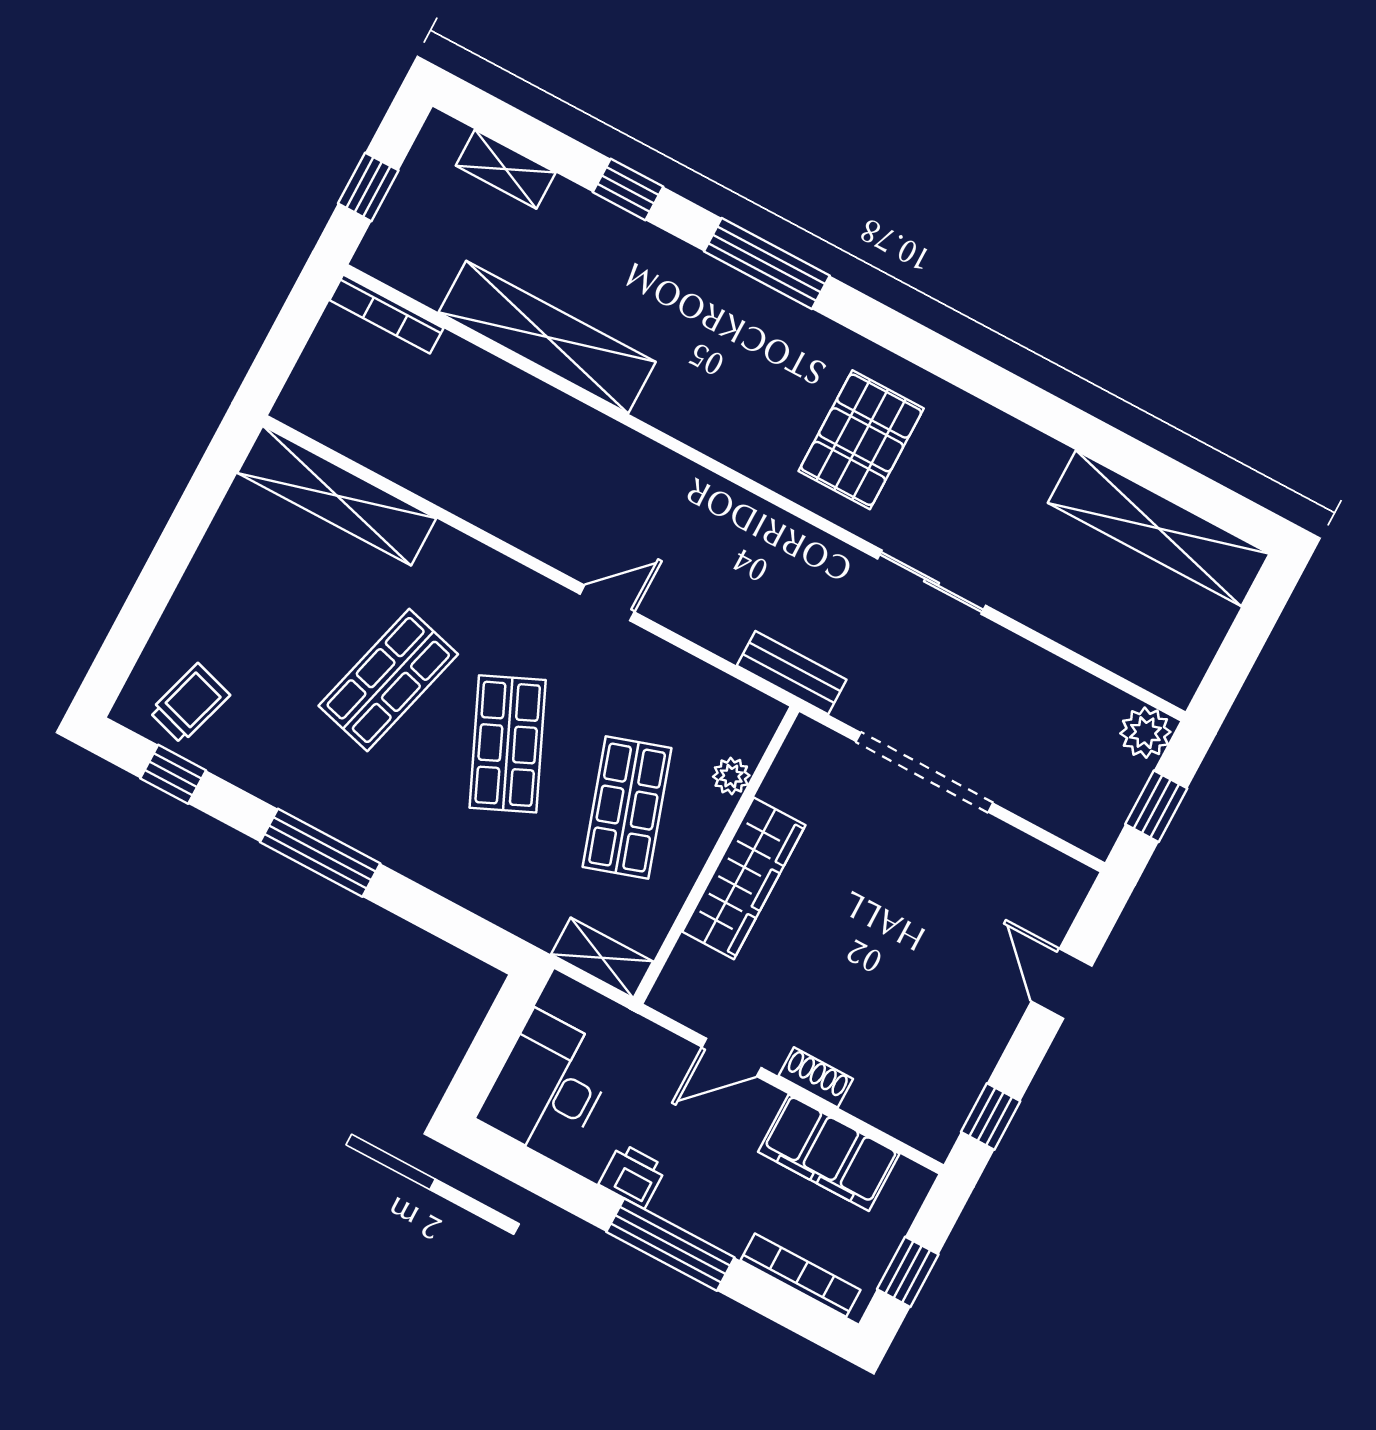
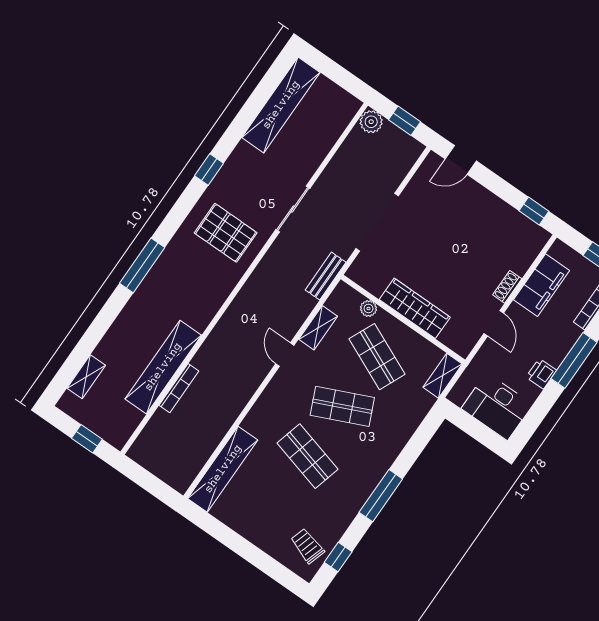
window: (628, 189) -> (209, 170), moved
bookcase: (386, 314) -> (179, 388), moved
shelving: (675, 669) -> (318, 328), added
shop shelf: (627, 808) -> (377, 357), turned 42
door: (1062, 984) -> (461, 160), moved

